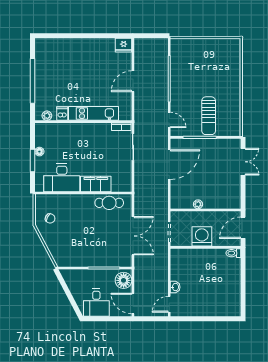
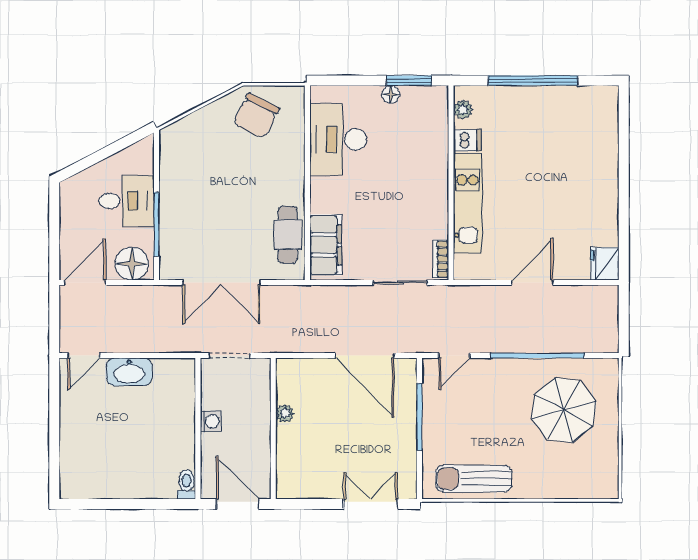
parasol: (196, 66) -> (564, 410), added
door: (133, 81) -> (532, 283), hinge flipped
sun lounger: (209, 116) -> (474, 479), moved
window: (33, 160) -> (409, 81), moved
double door: (243, 162) -> (370, 504), swing flipped
filing cabinet: (96, 184) -> (326, 245), moved
chair: (50, 218) -> (256, 116), width x1.87, depth x1.87
washing machine: (202, 236) -> (211, 421), width x0.53, depth x0.53
washbasin: (175, 287) -> (129, 372), width x1.91, depth x1.45
desk: (96, 303) -> (126, 201), moved, turned 180
door: (169, 304) -> (84, 356), swing flipped

